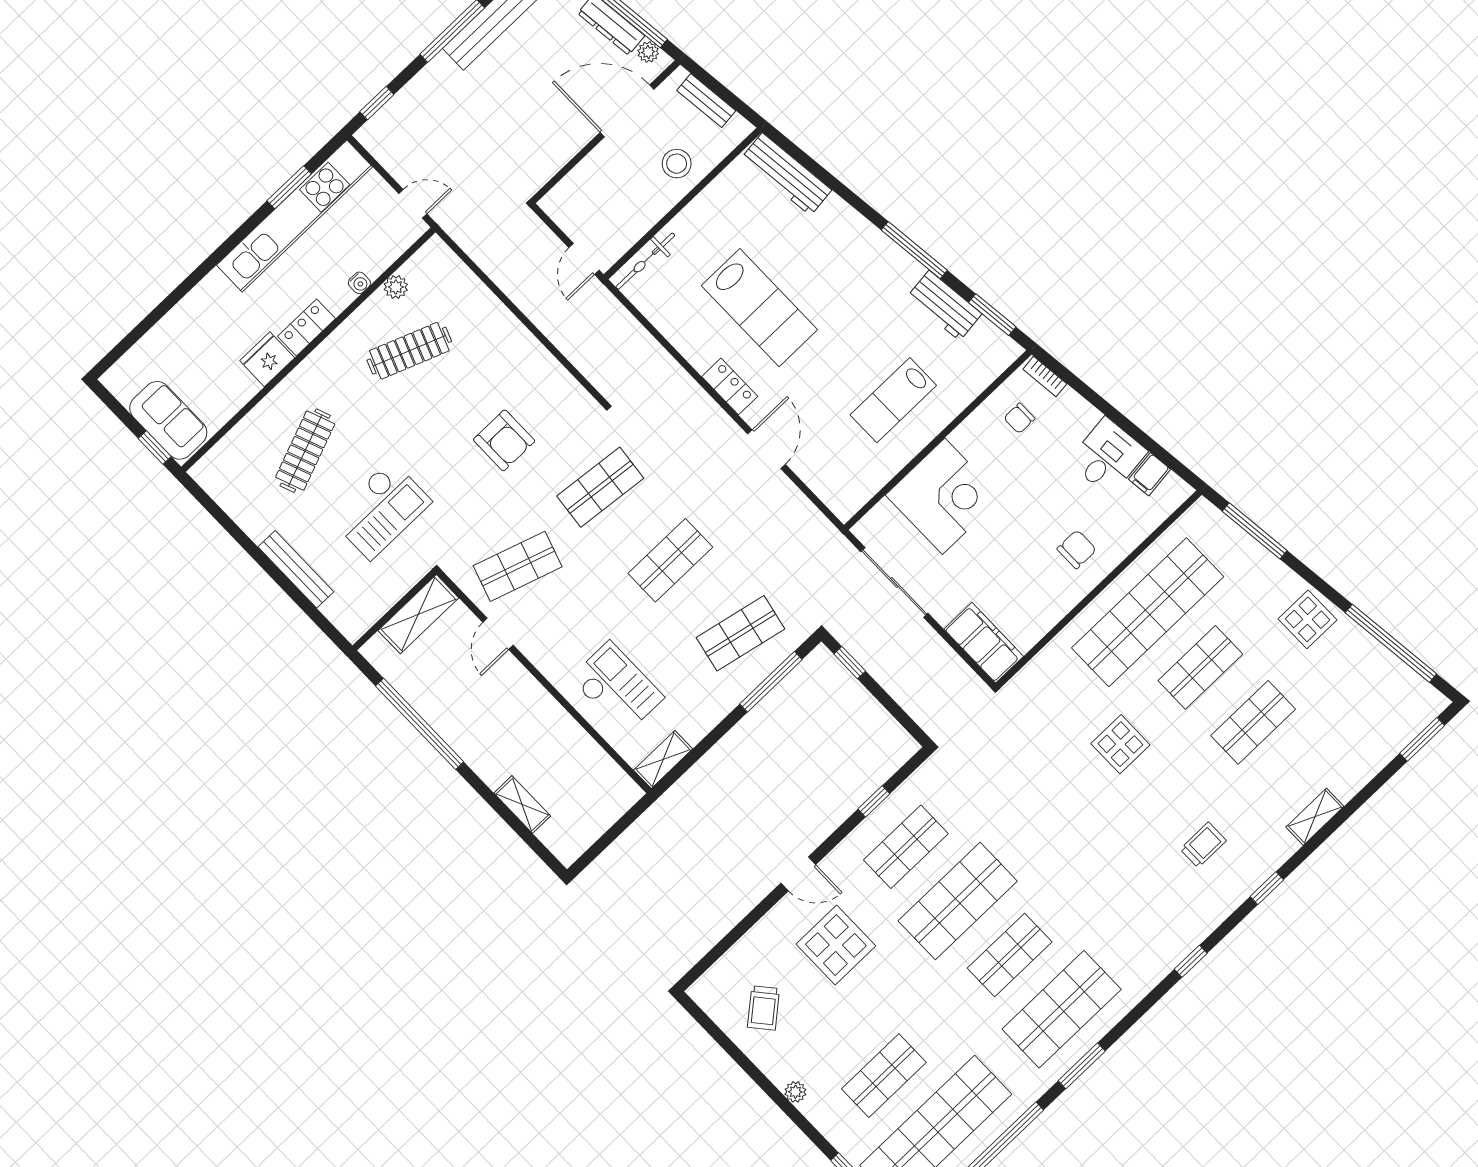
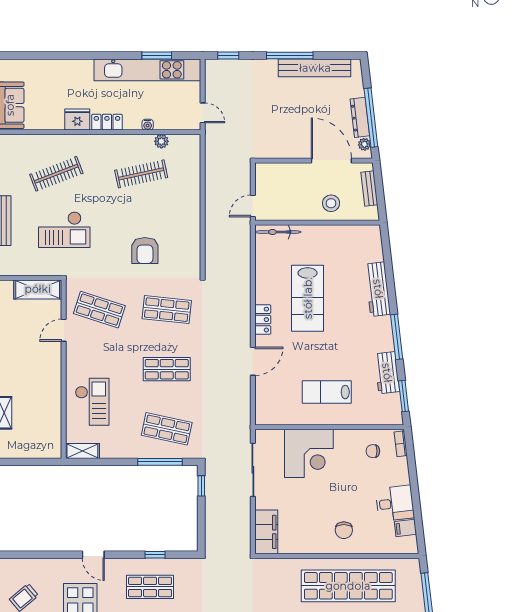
workbench: (786, 174) -> (378, 289), moved
clothes rail: (409, 351) -> (141, 174), turned -33
chair: (1077, 549) -> (344, 530), turned 90

